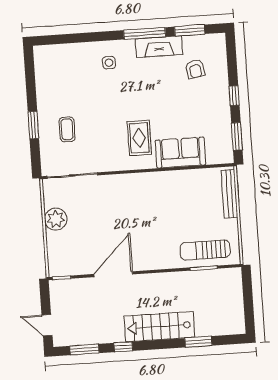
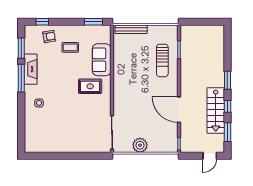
armchair: (195, 69) -> (49, 36), moved
window: (234, 96) -> (42, 22), moved
window: (33, 125) -> (77, 156), removed
coffee table: (67, 129) -> (70, 47), moved
sun lounger: (205, 250) -> (162, 60), moved
stairs: (159, 327) -> (216, 110), moved
window: (198, 342) -> (227, 80), moved

